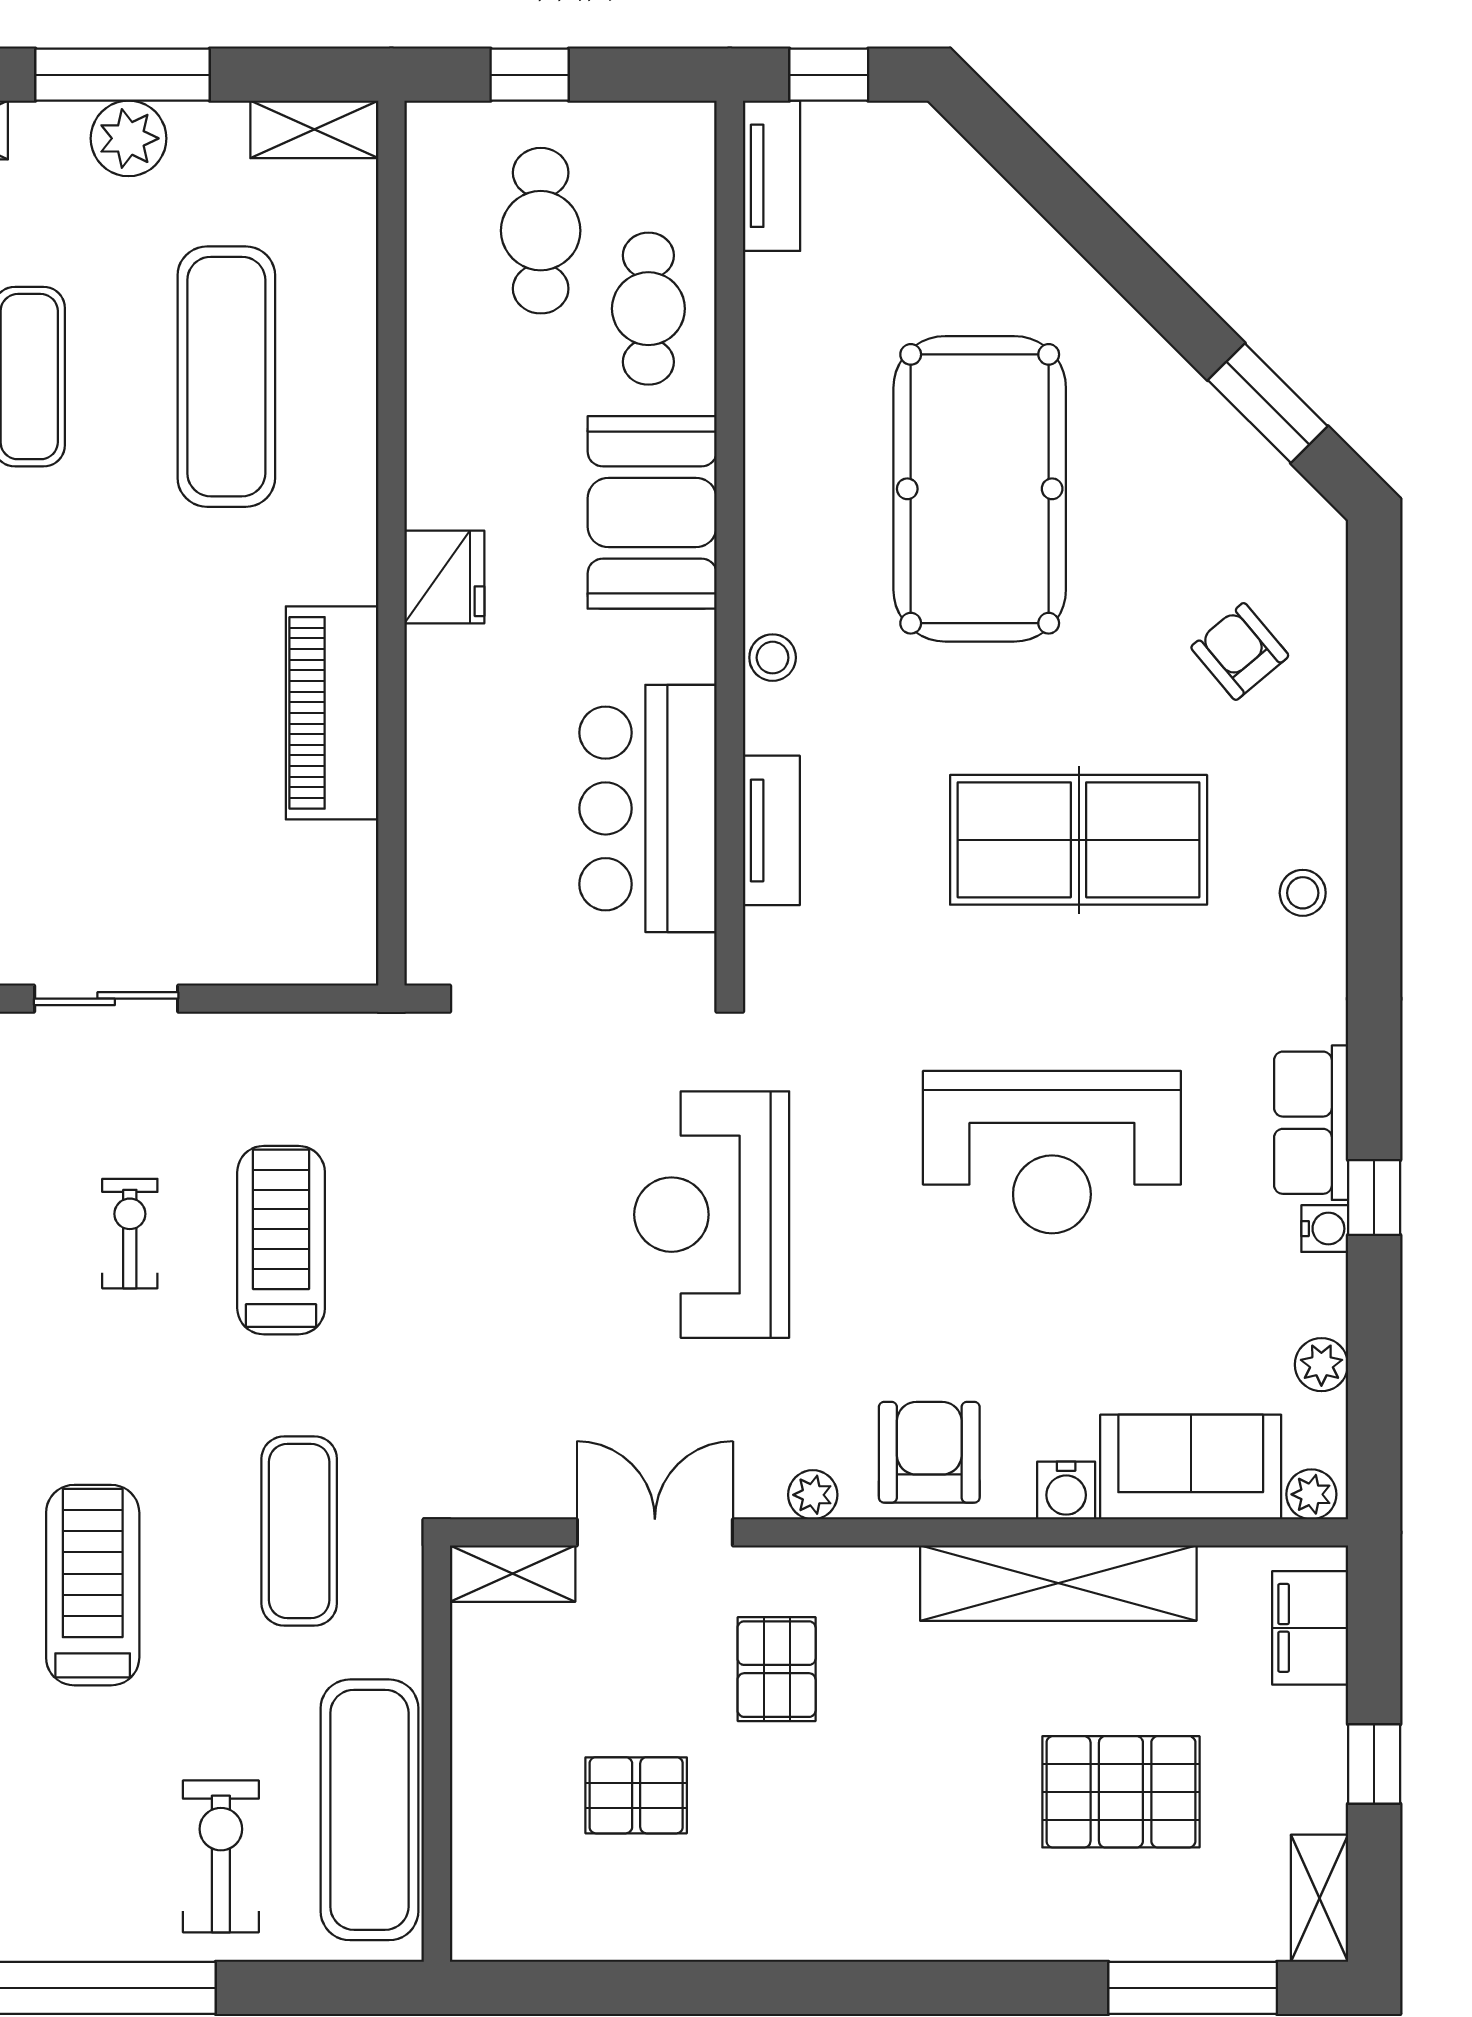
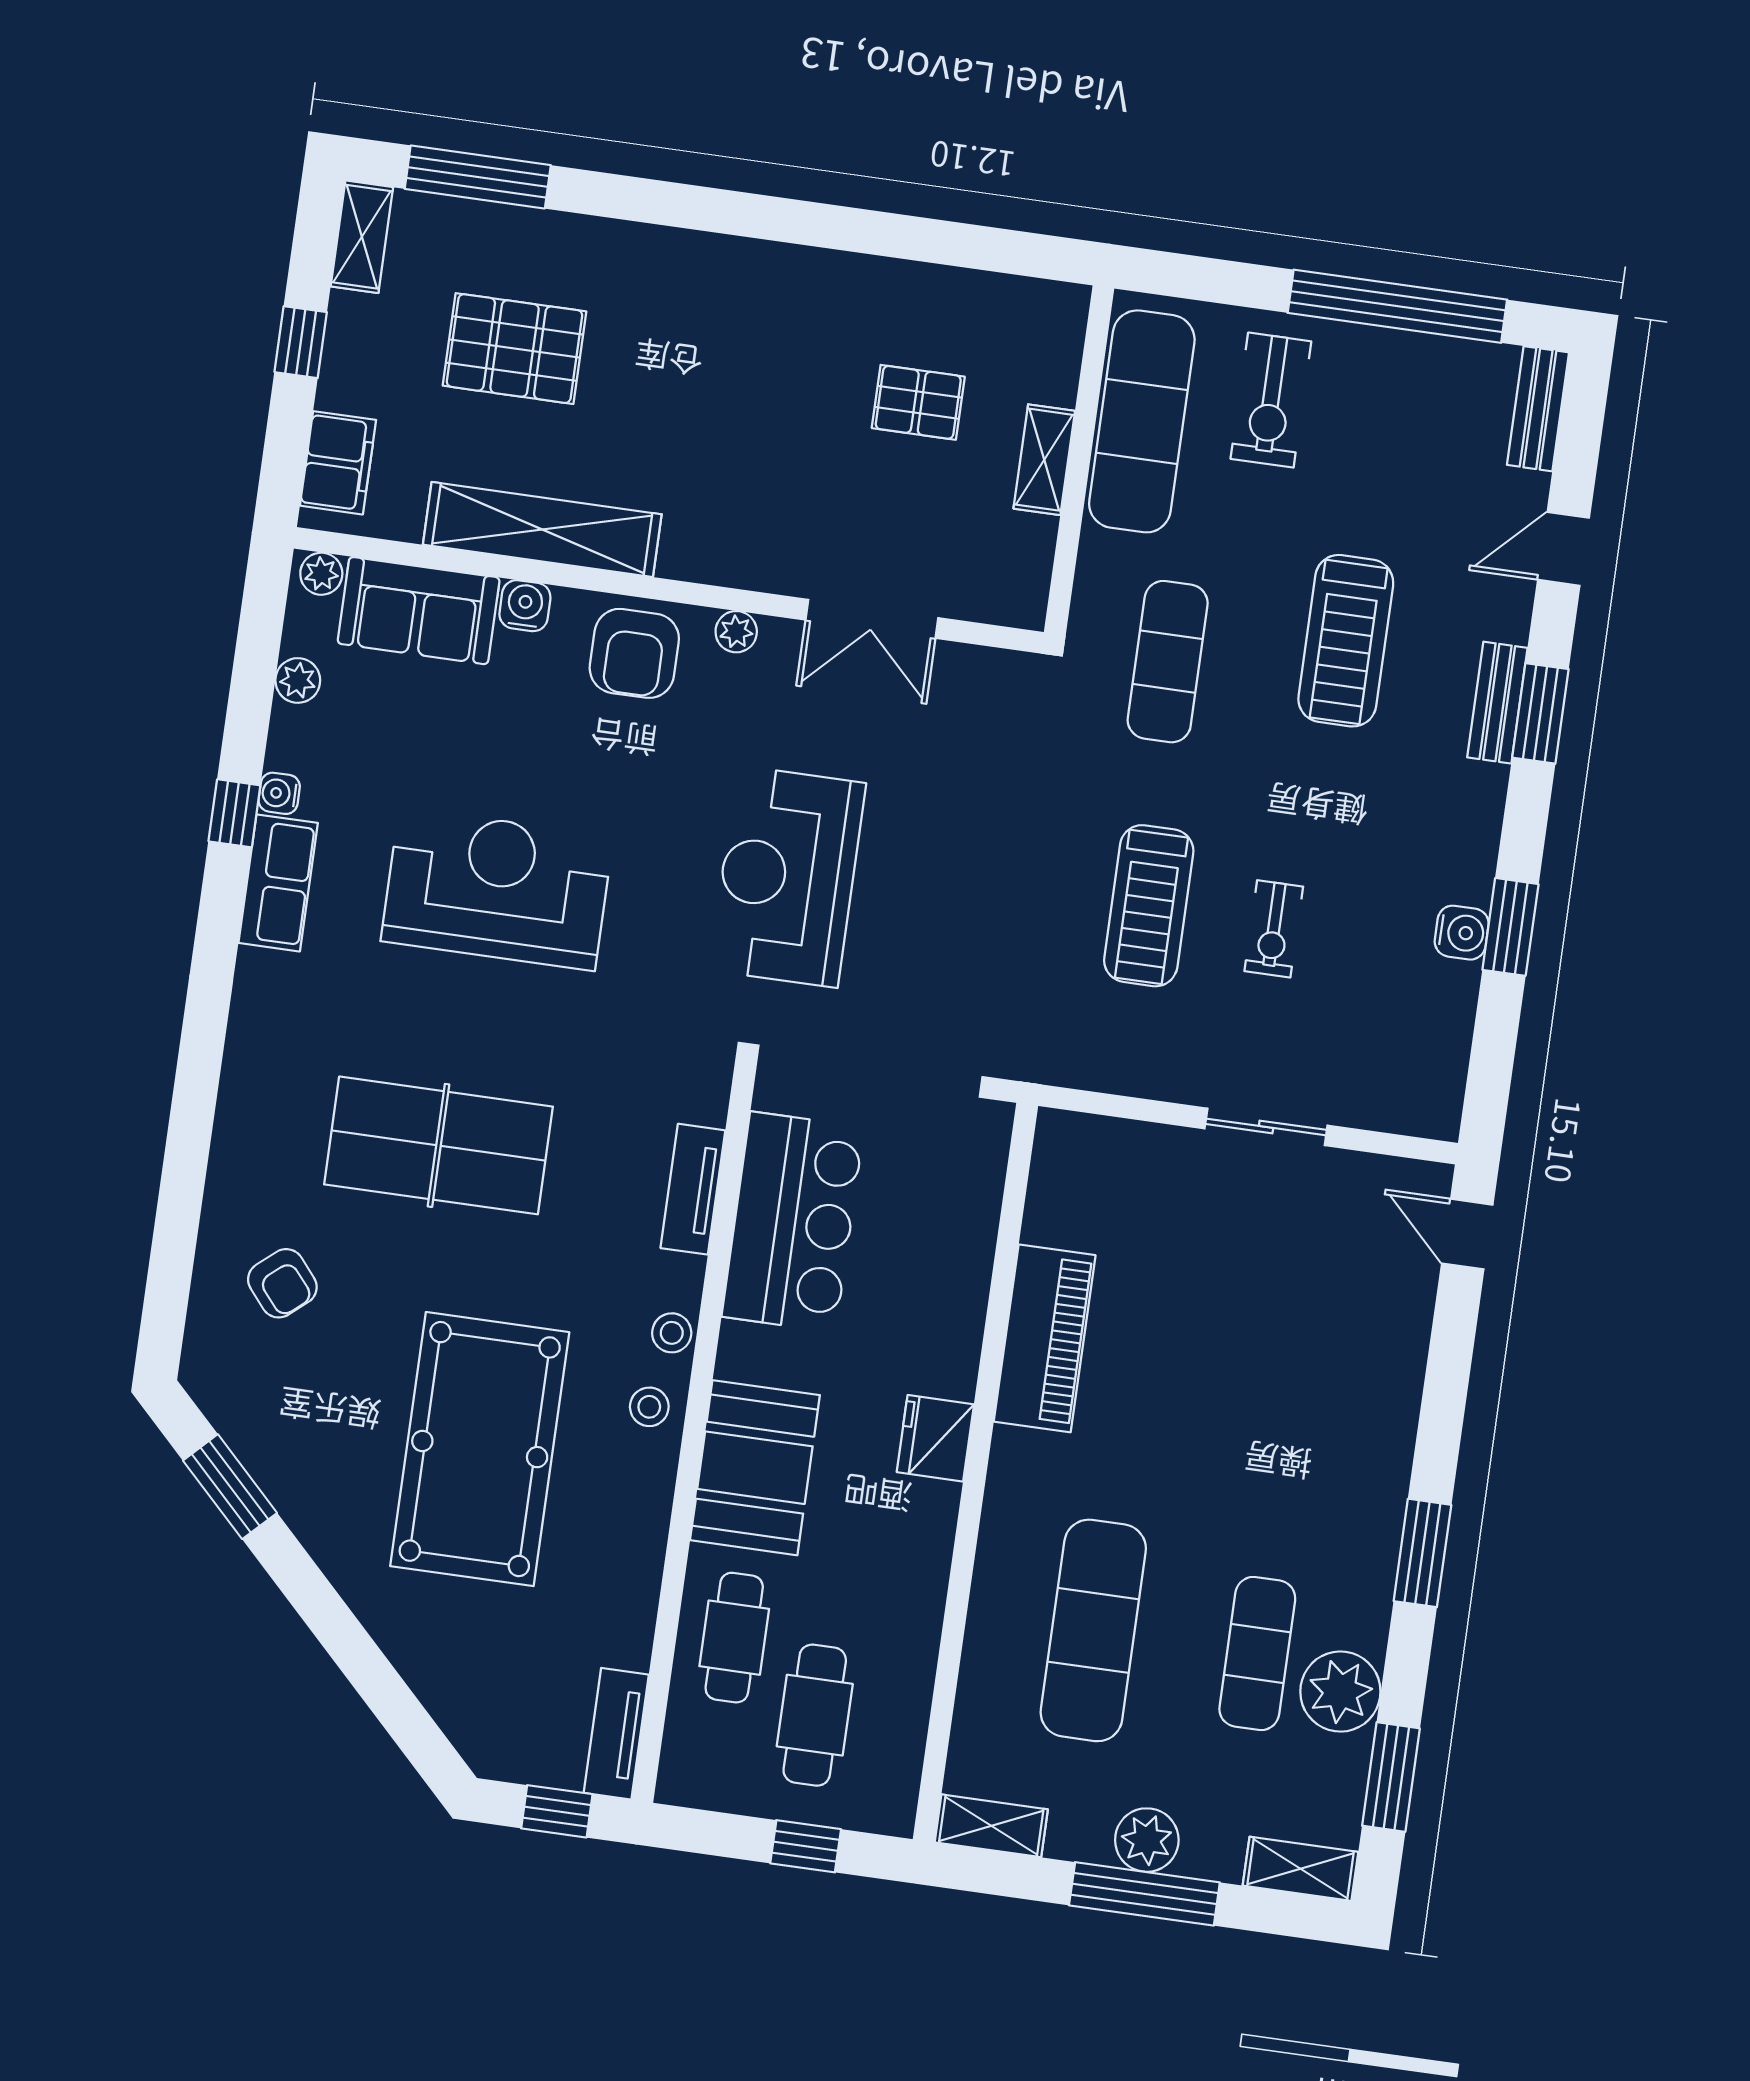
stool: (1303, 893) -> (649, 1407), moved
reception desk: (712, 1215) -> (787, 877), turned 180
shelving: (513, 1574) -> (1044, 460), moved, turned 90
pallet: (777, 1669) -> (787, 491), removed

